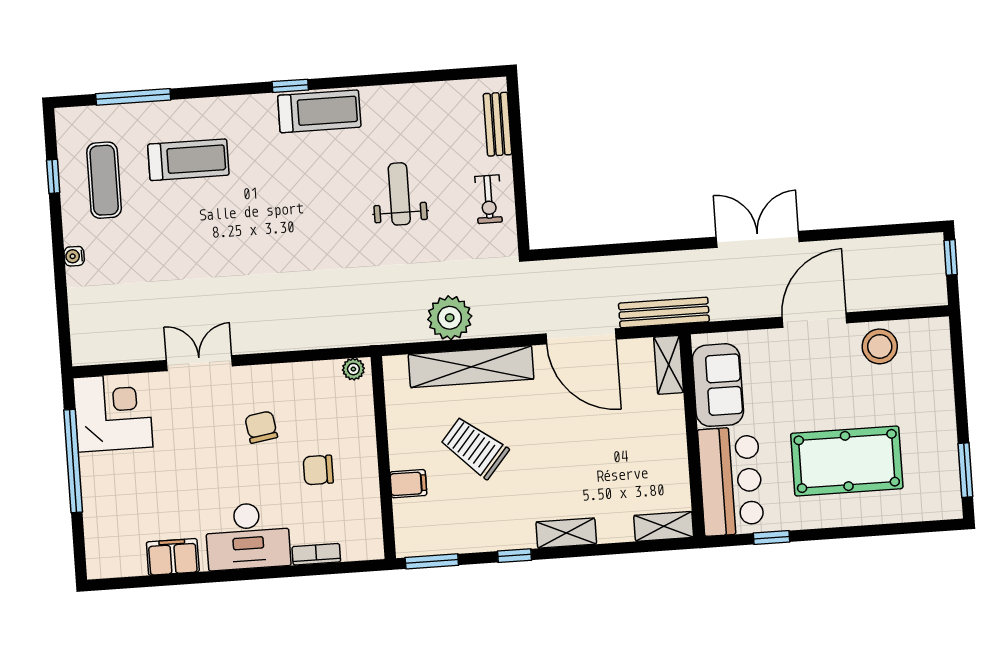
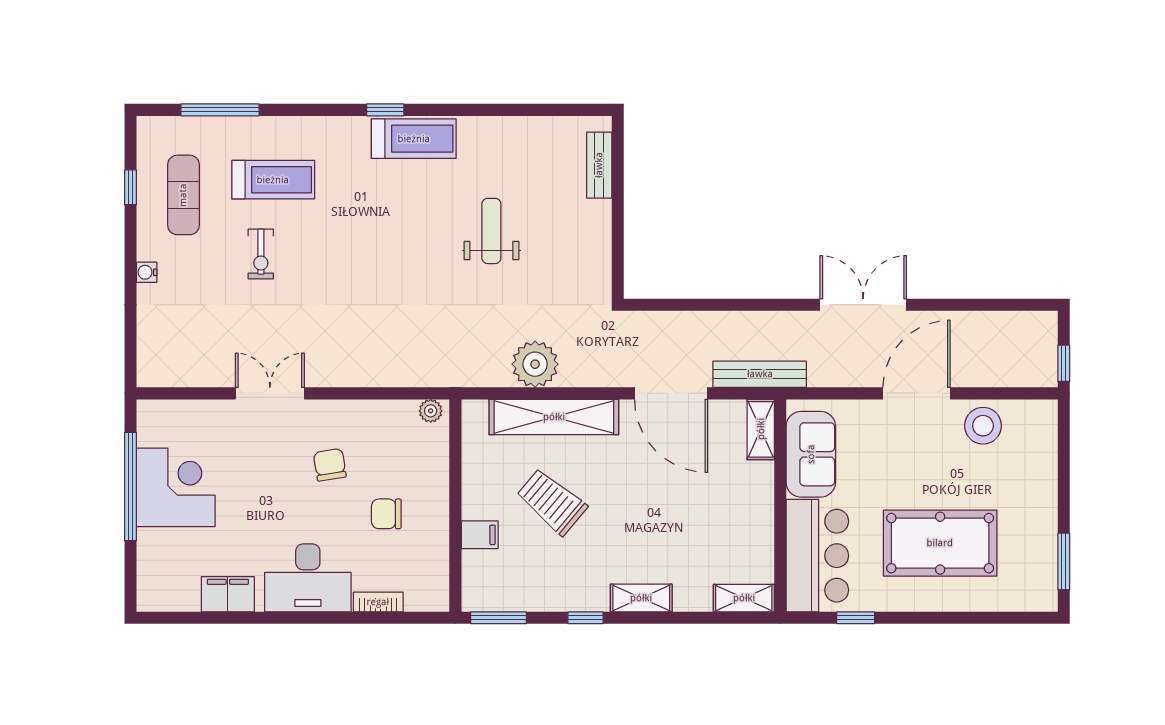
exercise bike: (489, 199) -> (261, 254), moved
window: (951, 257) -> (1064, 363), moved
corner desk: (113, 412) -> (176, 487), moved

